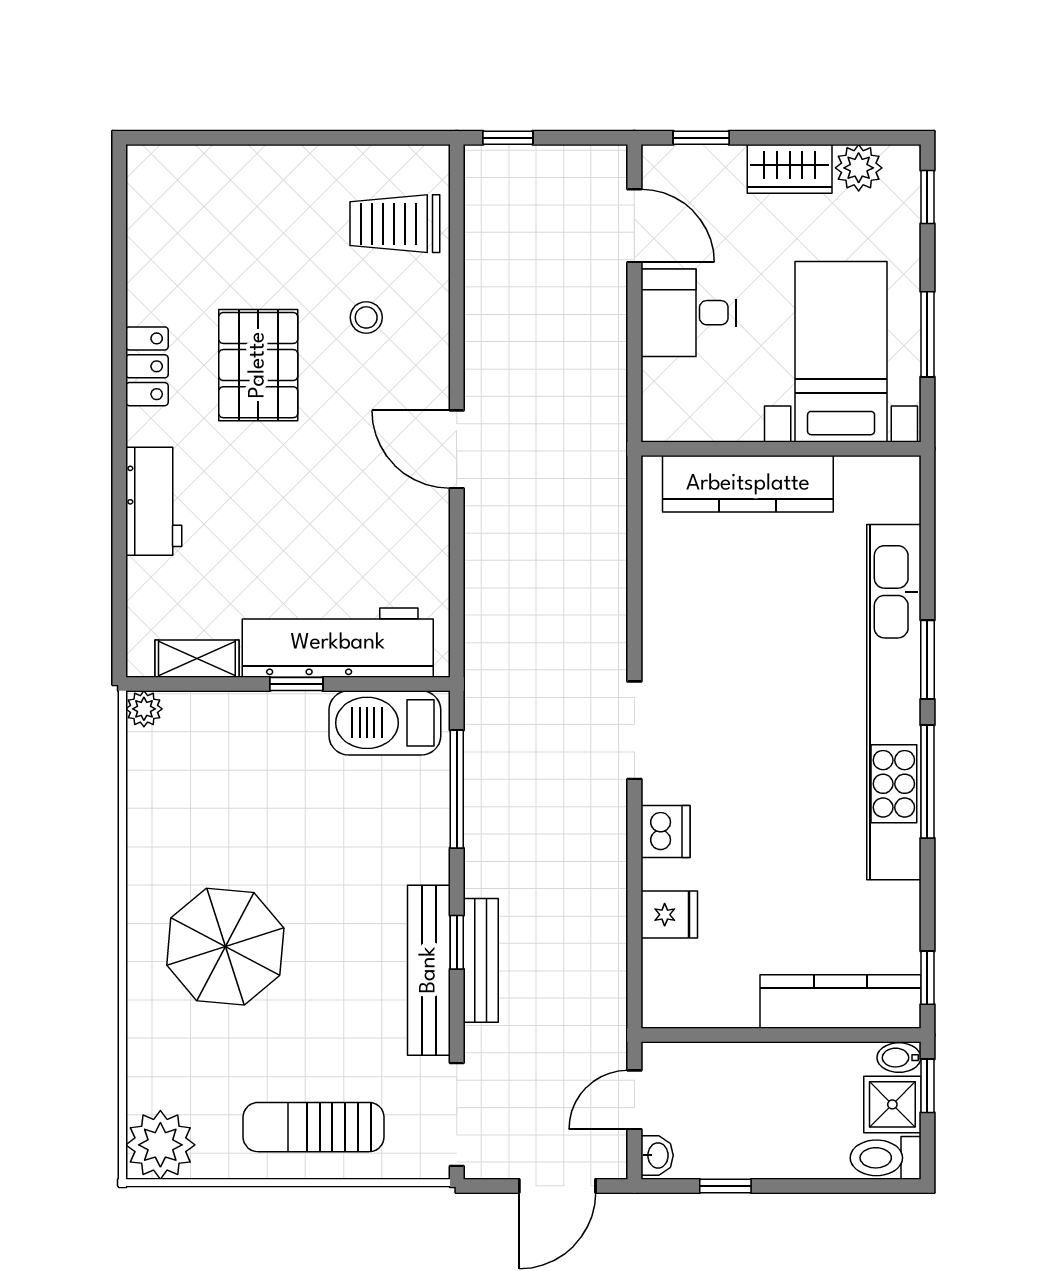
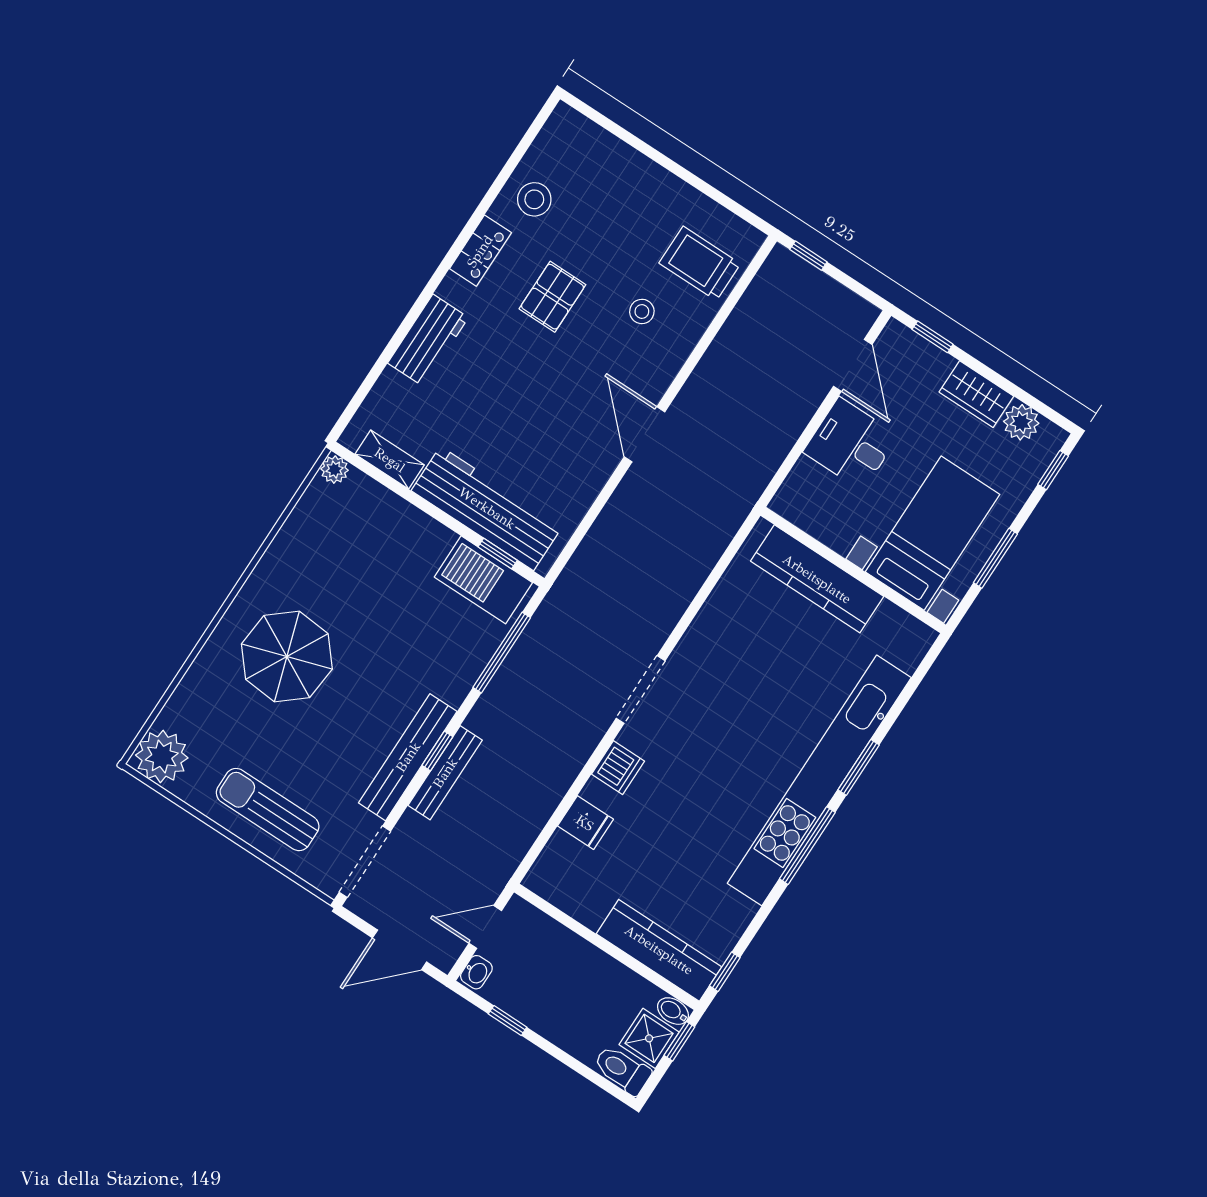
stool: (169, 272) -> (534, 199), added
pallet: (258, 365) -> (552, 297), width x0.67, depth x0.71
window: (296, 684) -> (498, 554), moved

